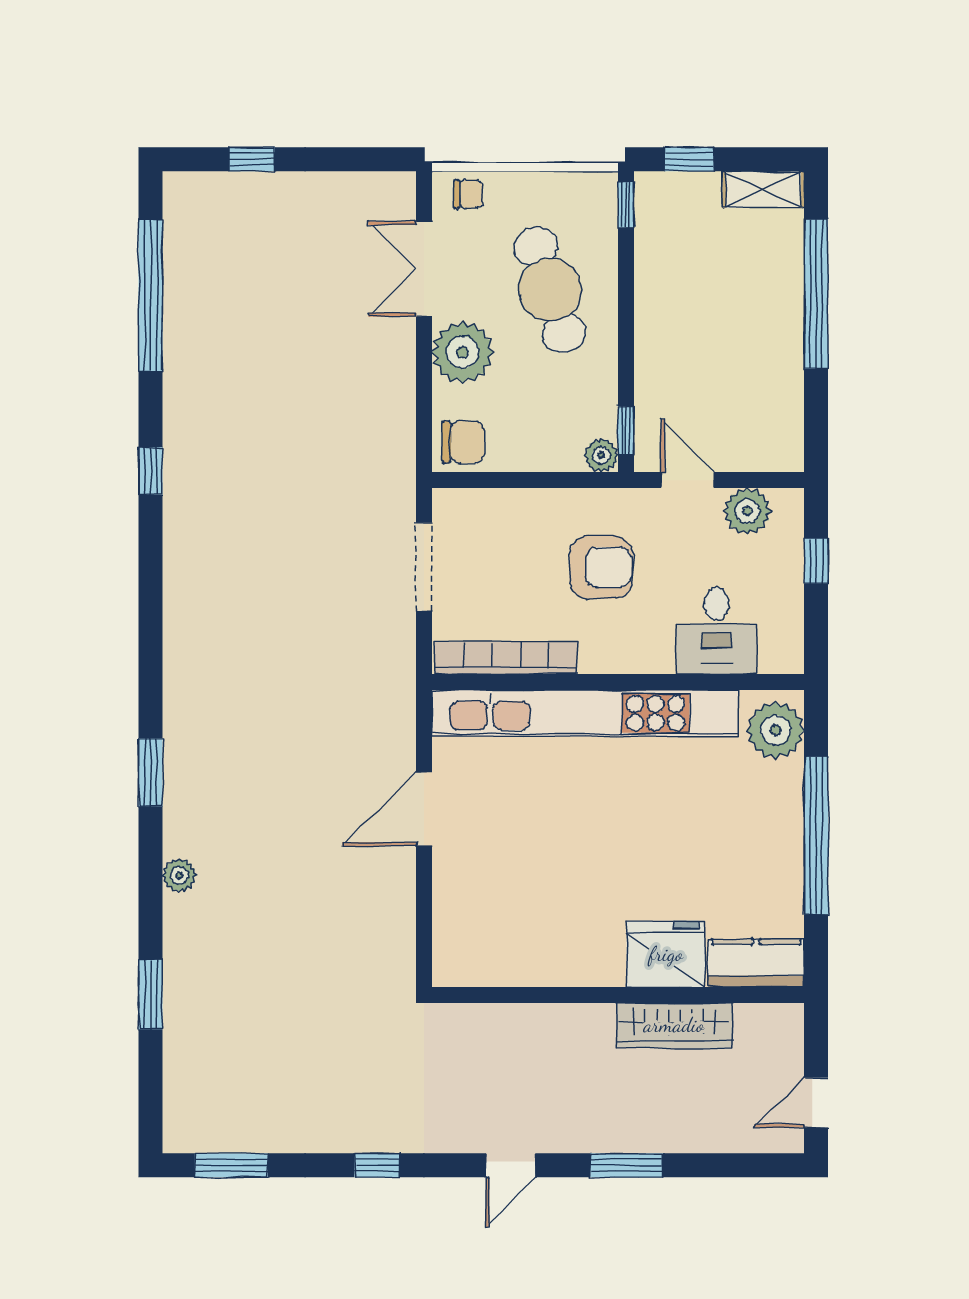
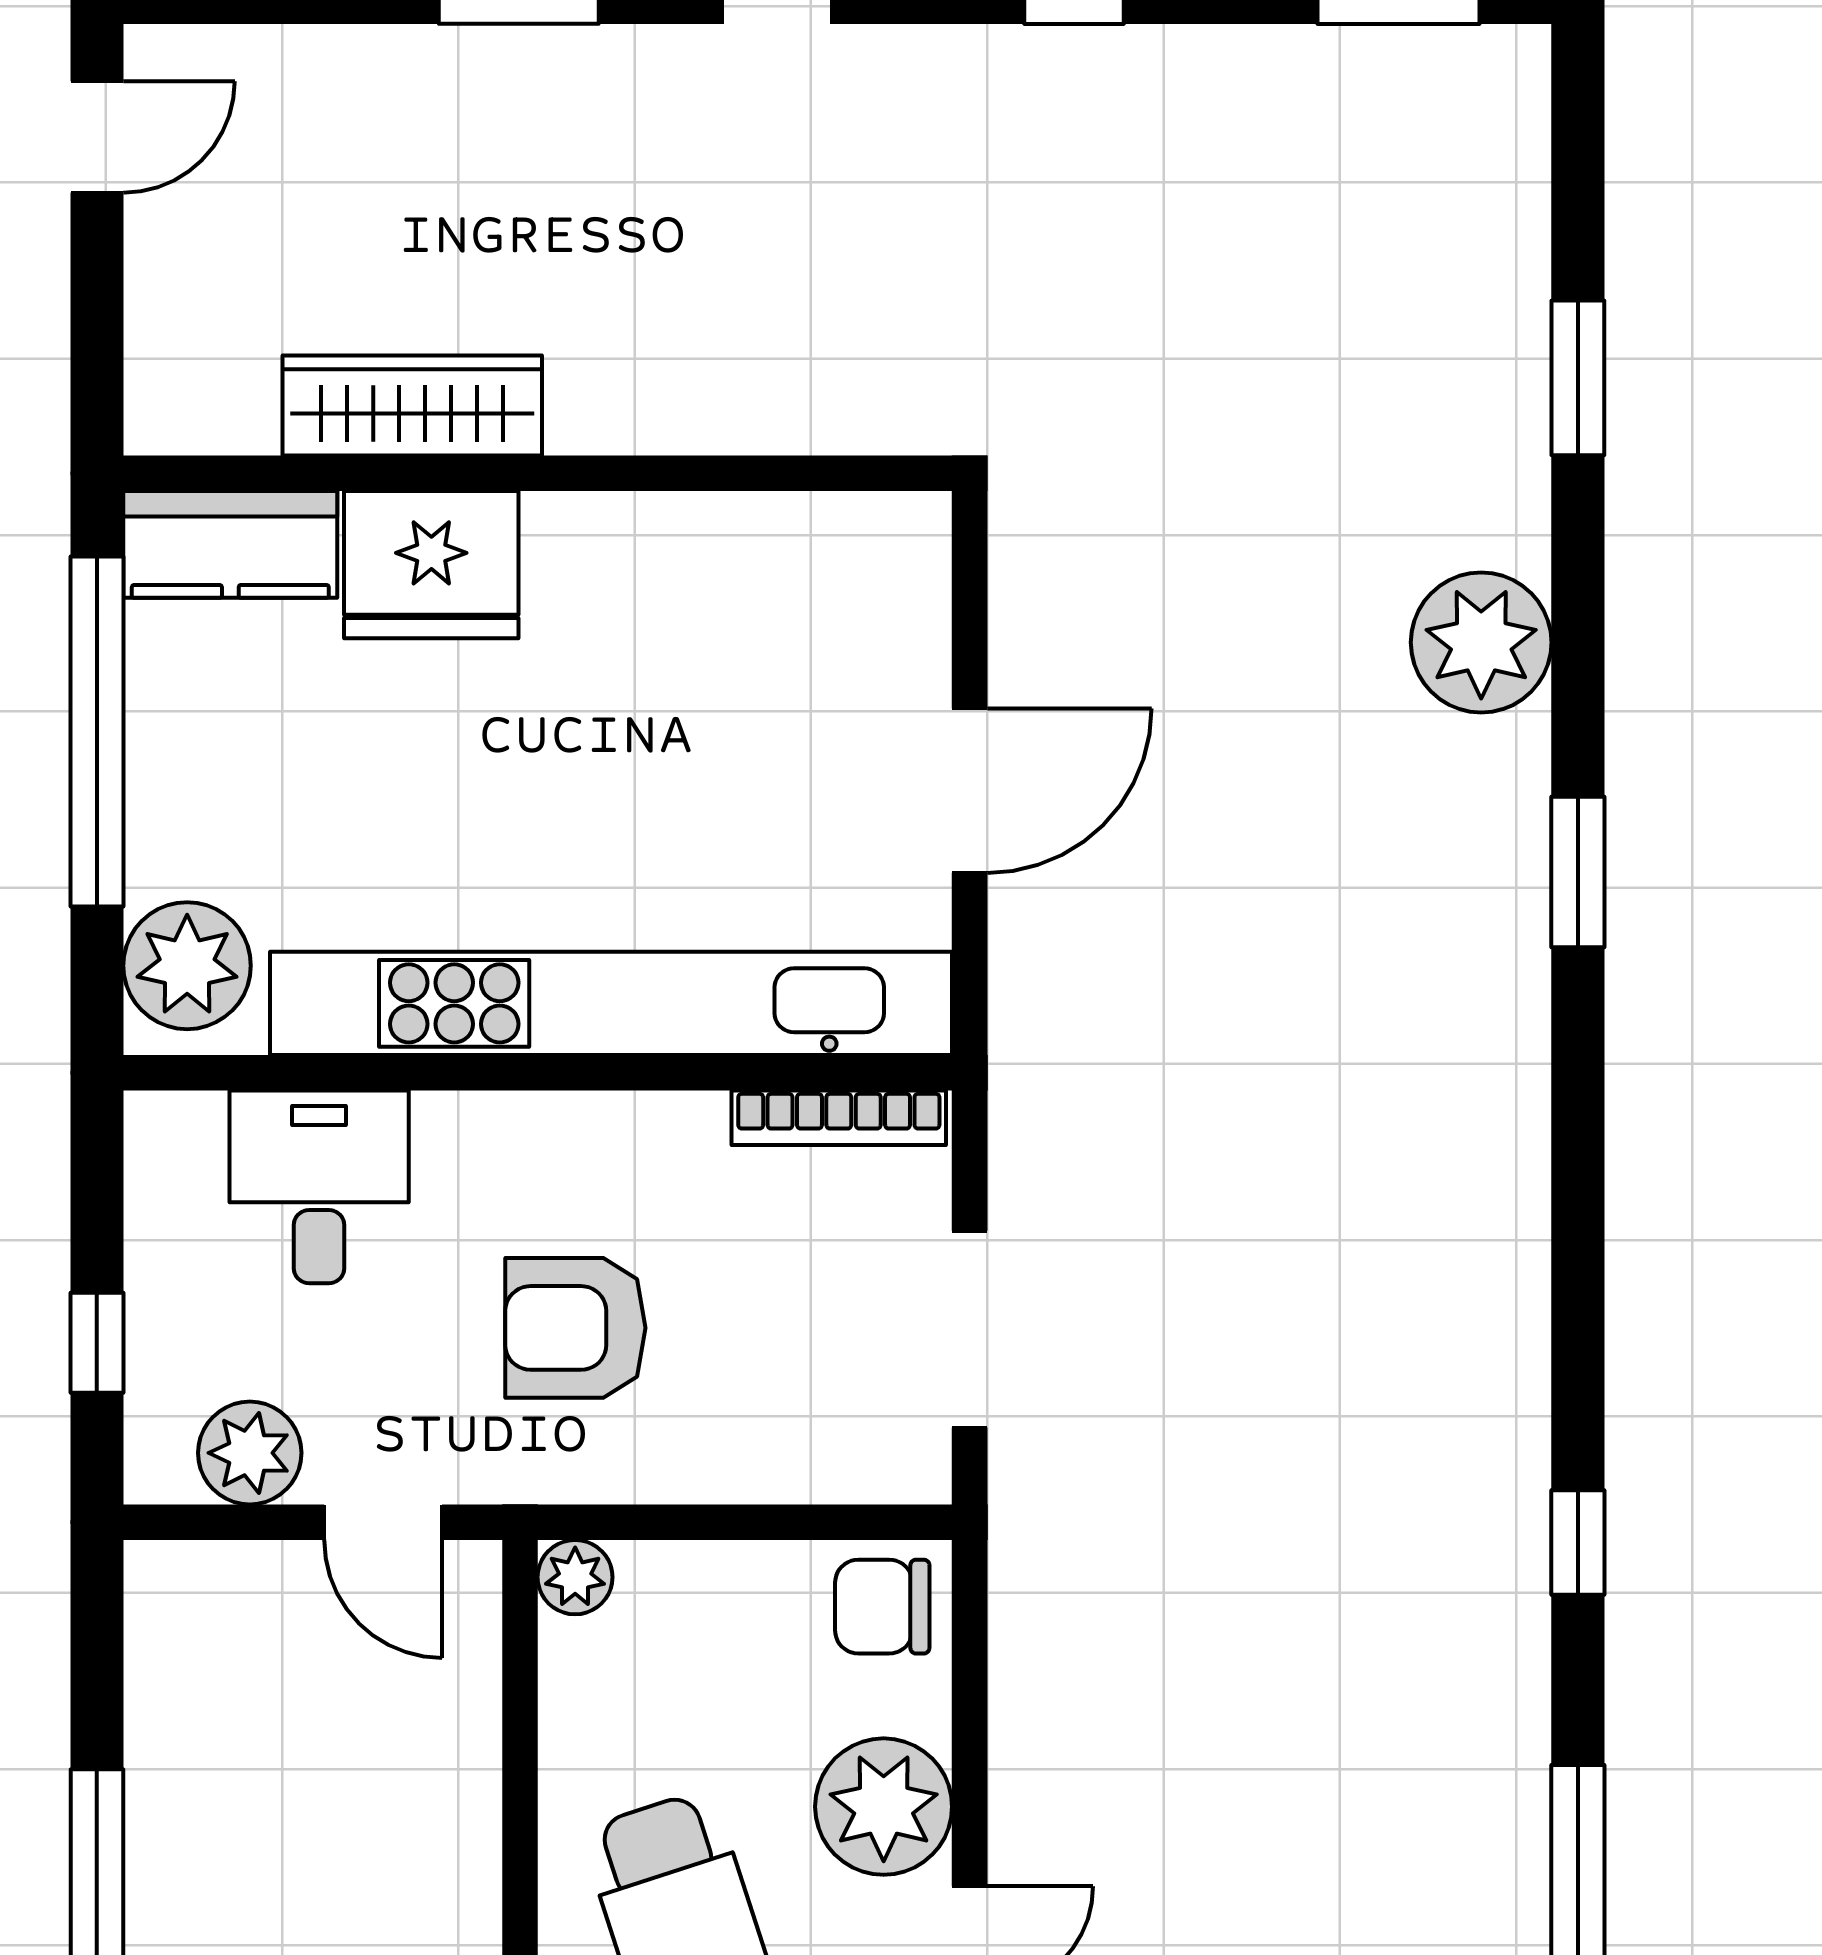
window: (626, 431) -> (520, 1632), removed
bookcase: (506, 658) -> (839, 1118), width x0.68, depth x0.76
plant: (179, 875) -> (1481, 642), width x1.88, depth x1.88
fridge: (666, 954) -> (431, 565), moved
kitchen counter: (756, 963) -> (230, 544), moved
wall: (618, 995) -> (538, 473), moved
wardrobe: (674, 1025) -> (412, 406), moved

